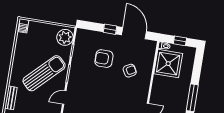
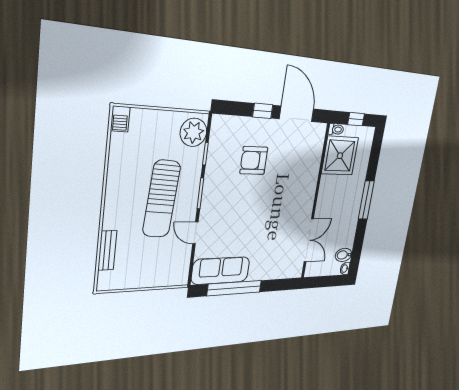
armchair: (130, 71) -> (290, 174), removed
sun lounger: (44, 73) -> (162, 199), turned 139
door: (64, 97) -> (195, 233), hinge flipped

